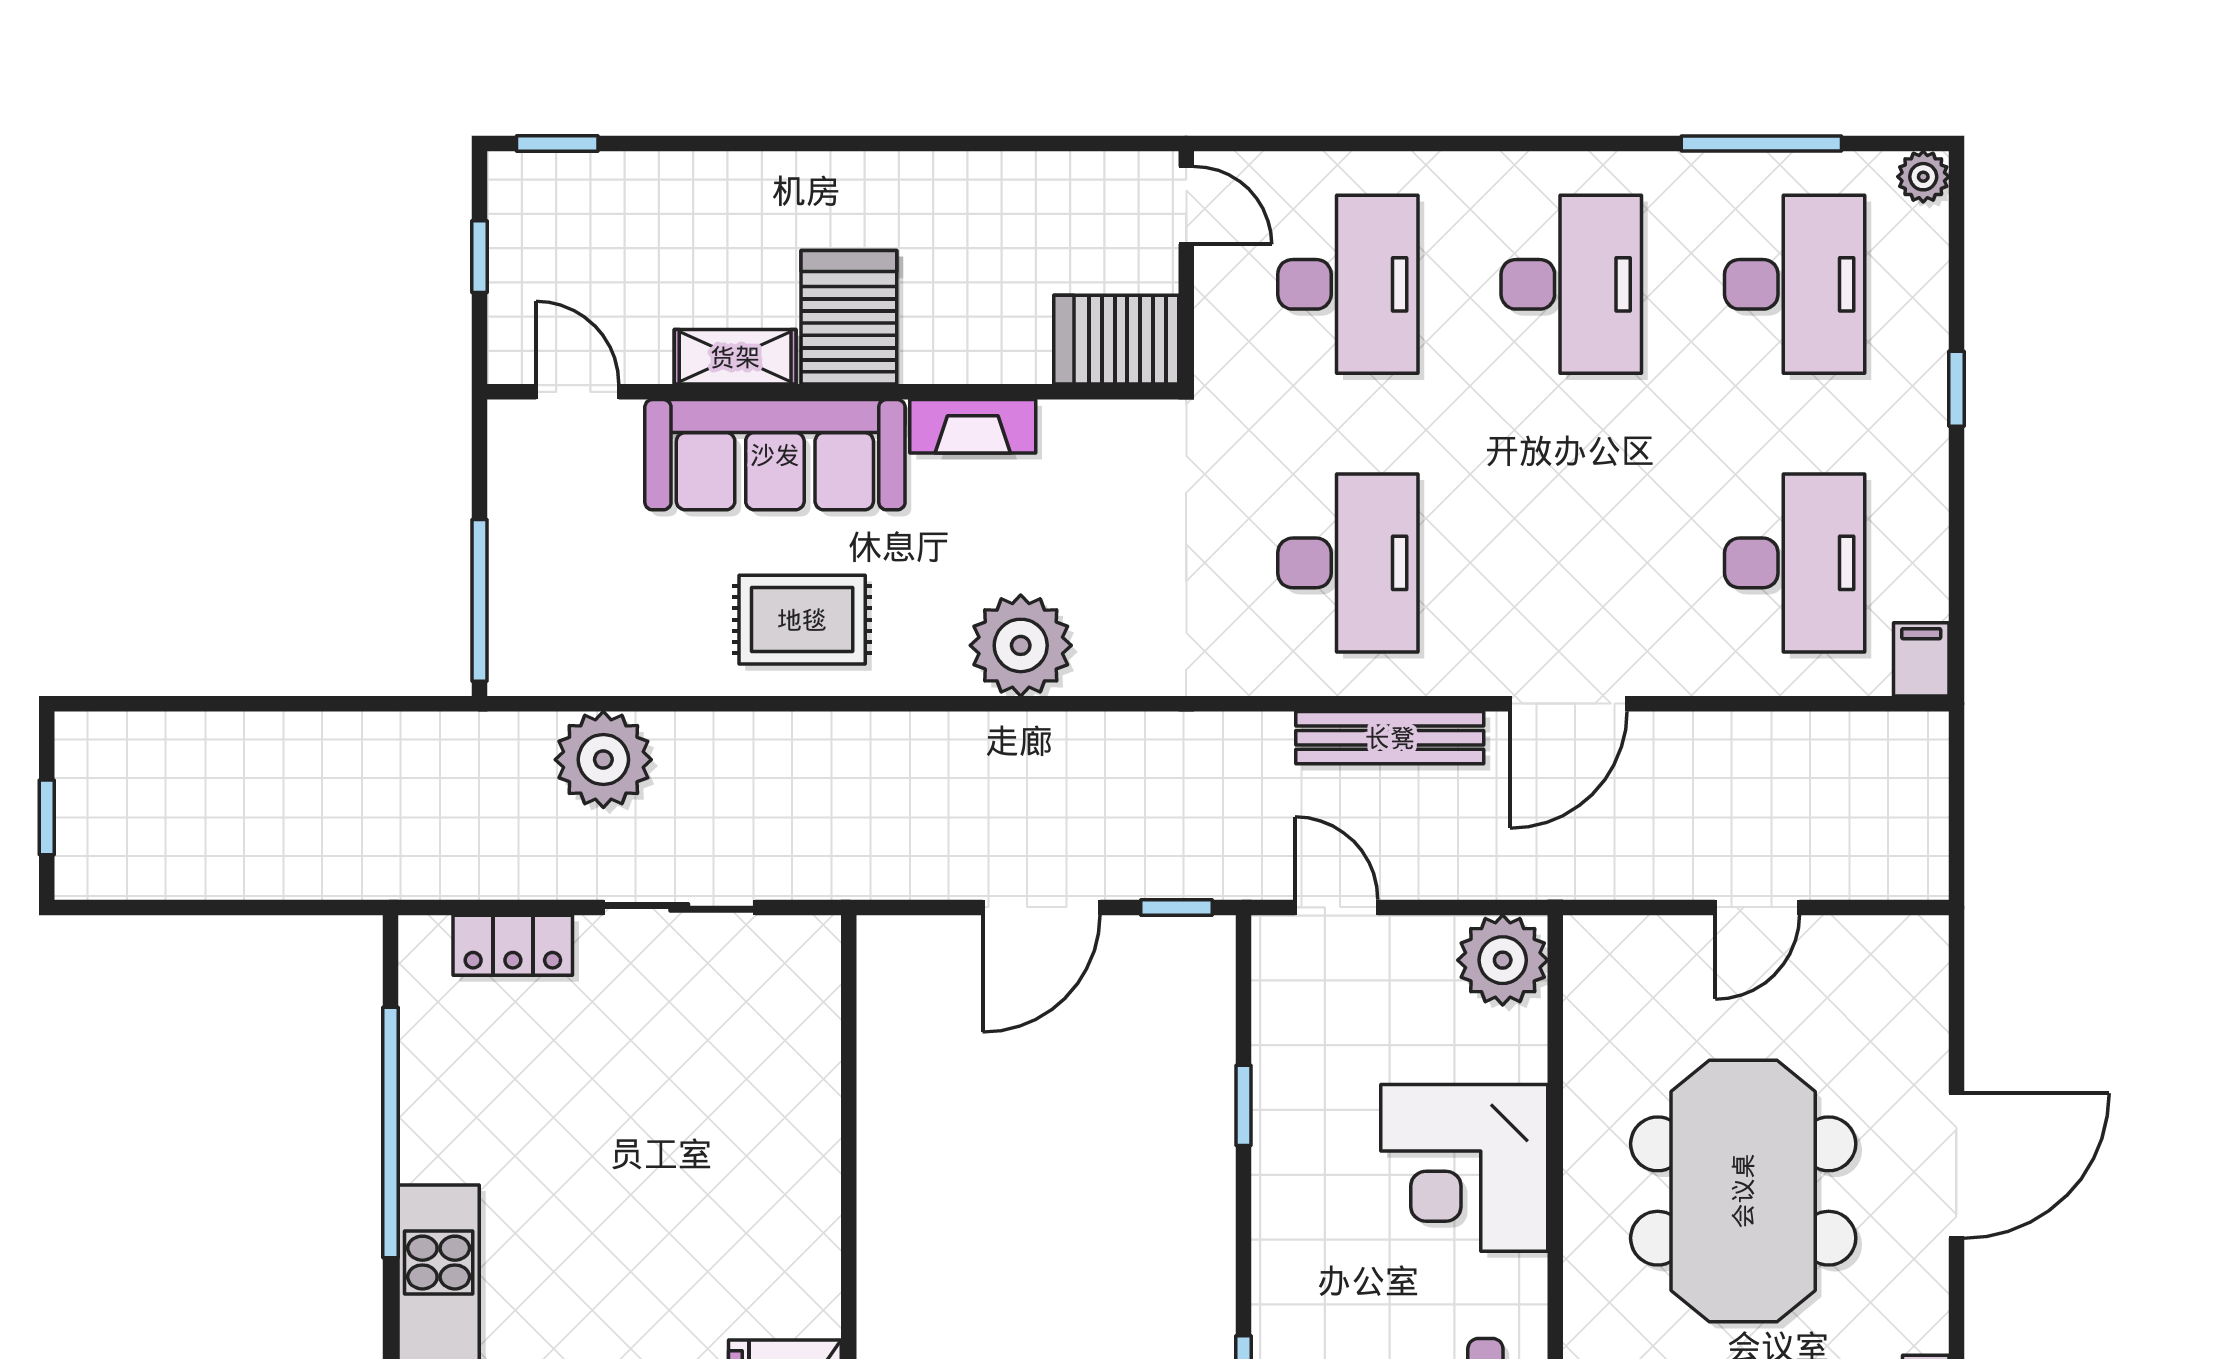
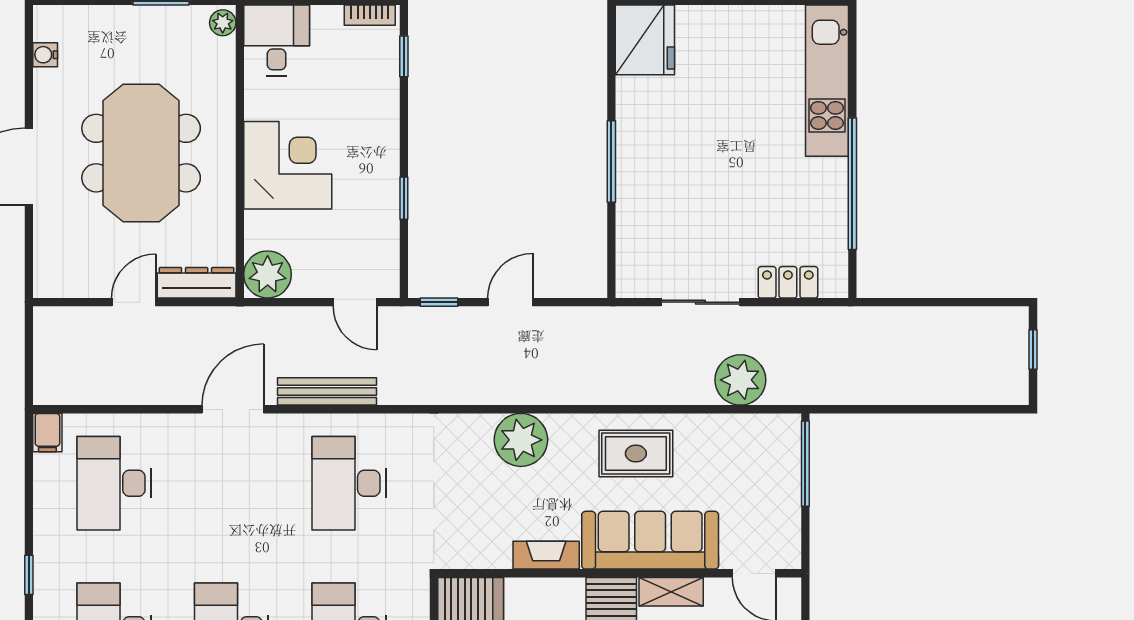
door: (1041, 907) -> (510, 302), width x0.73
dresser: (1638, 944) -> (197, 283), added
window: (849, 1175) -> (611, 162), added

